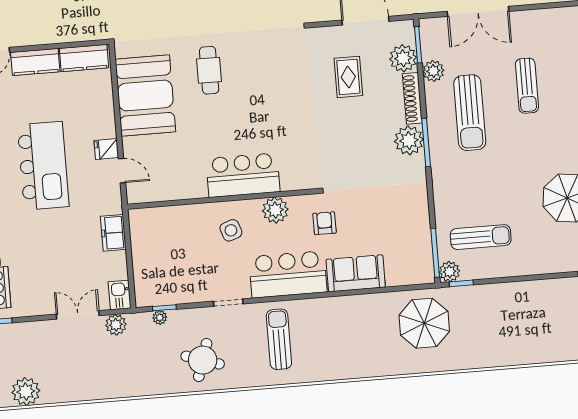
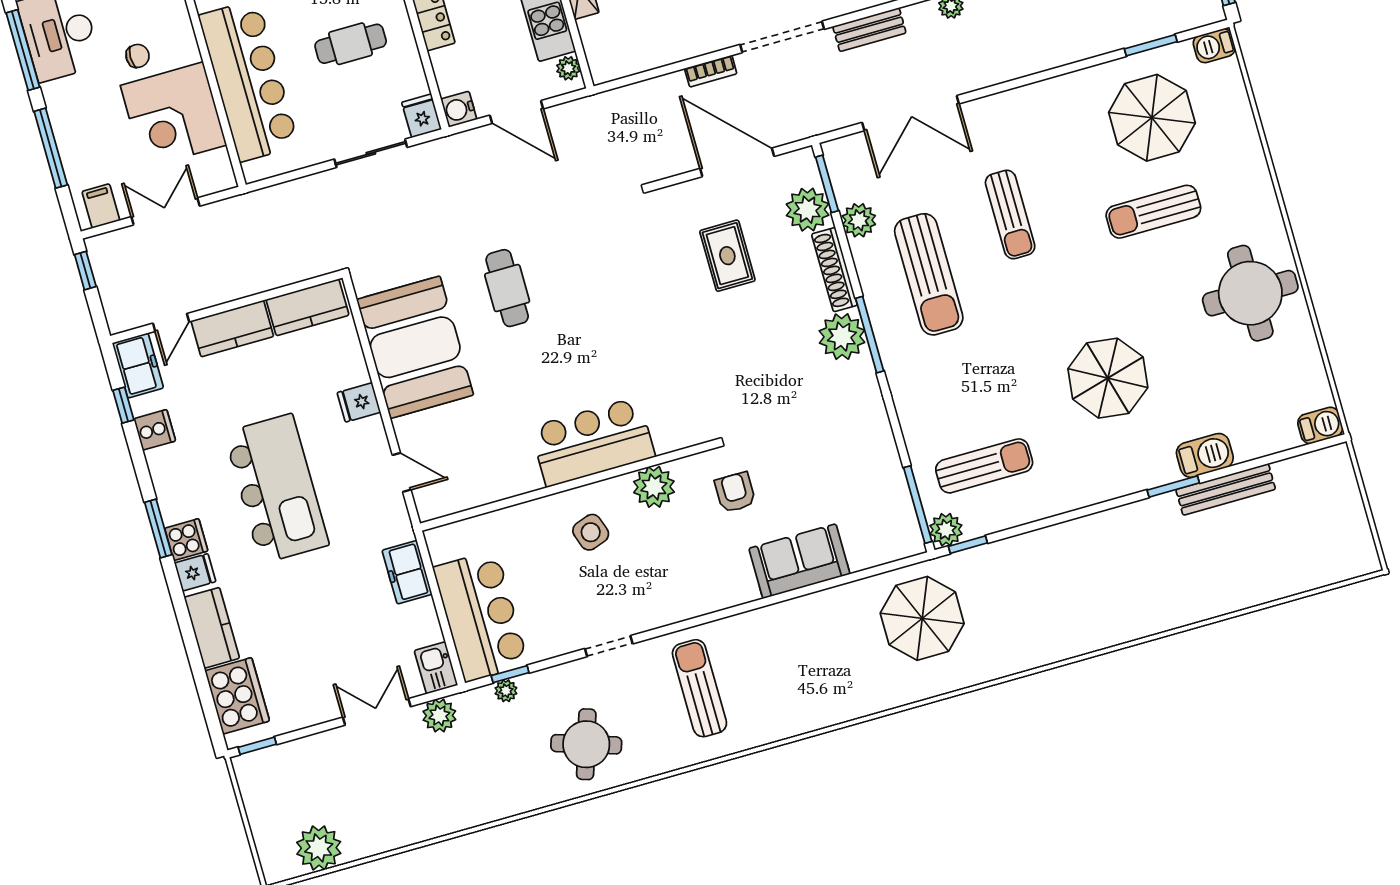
fridge: (106, 149) -> (359, 402), moved
bar counter: (288, 274) -> (481, 616), moved, turned 90

